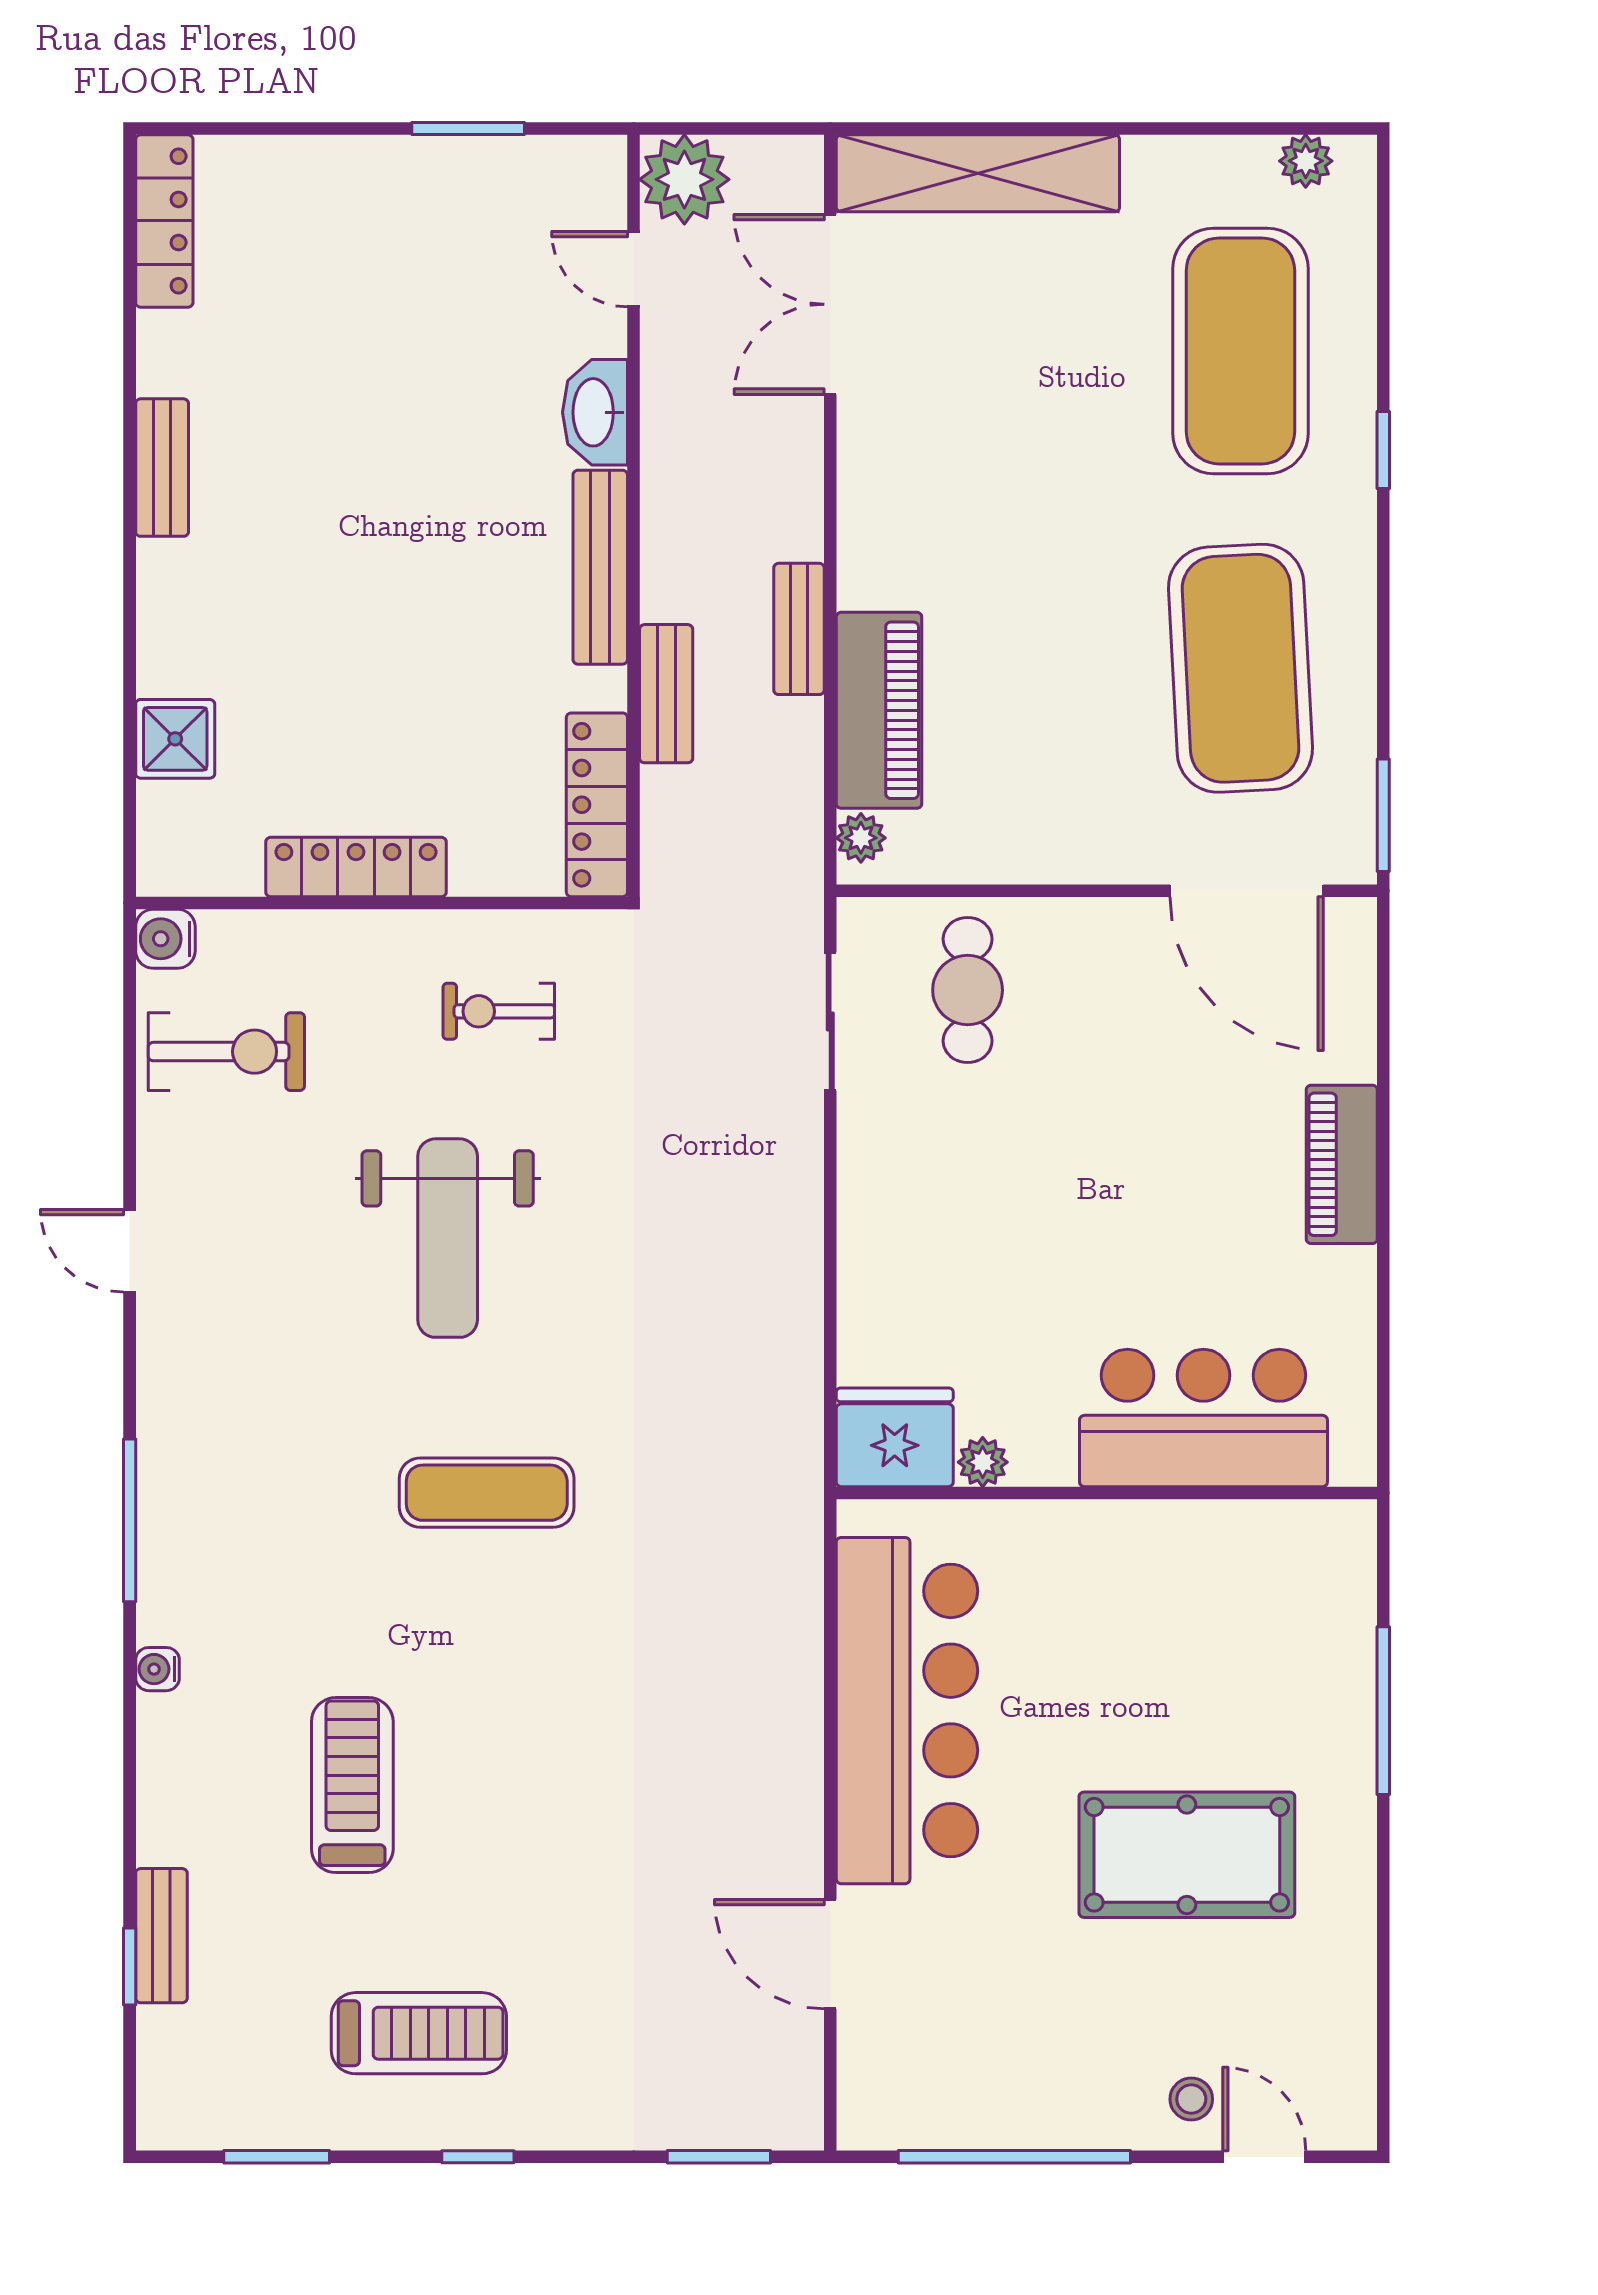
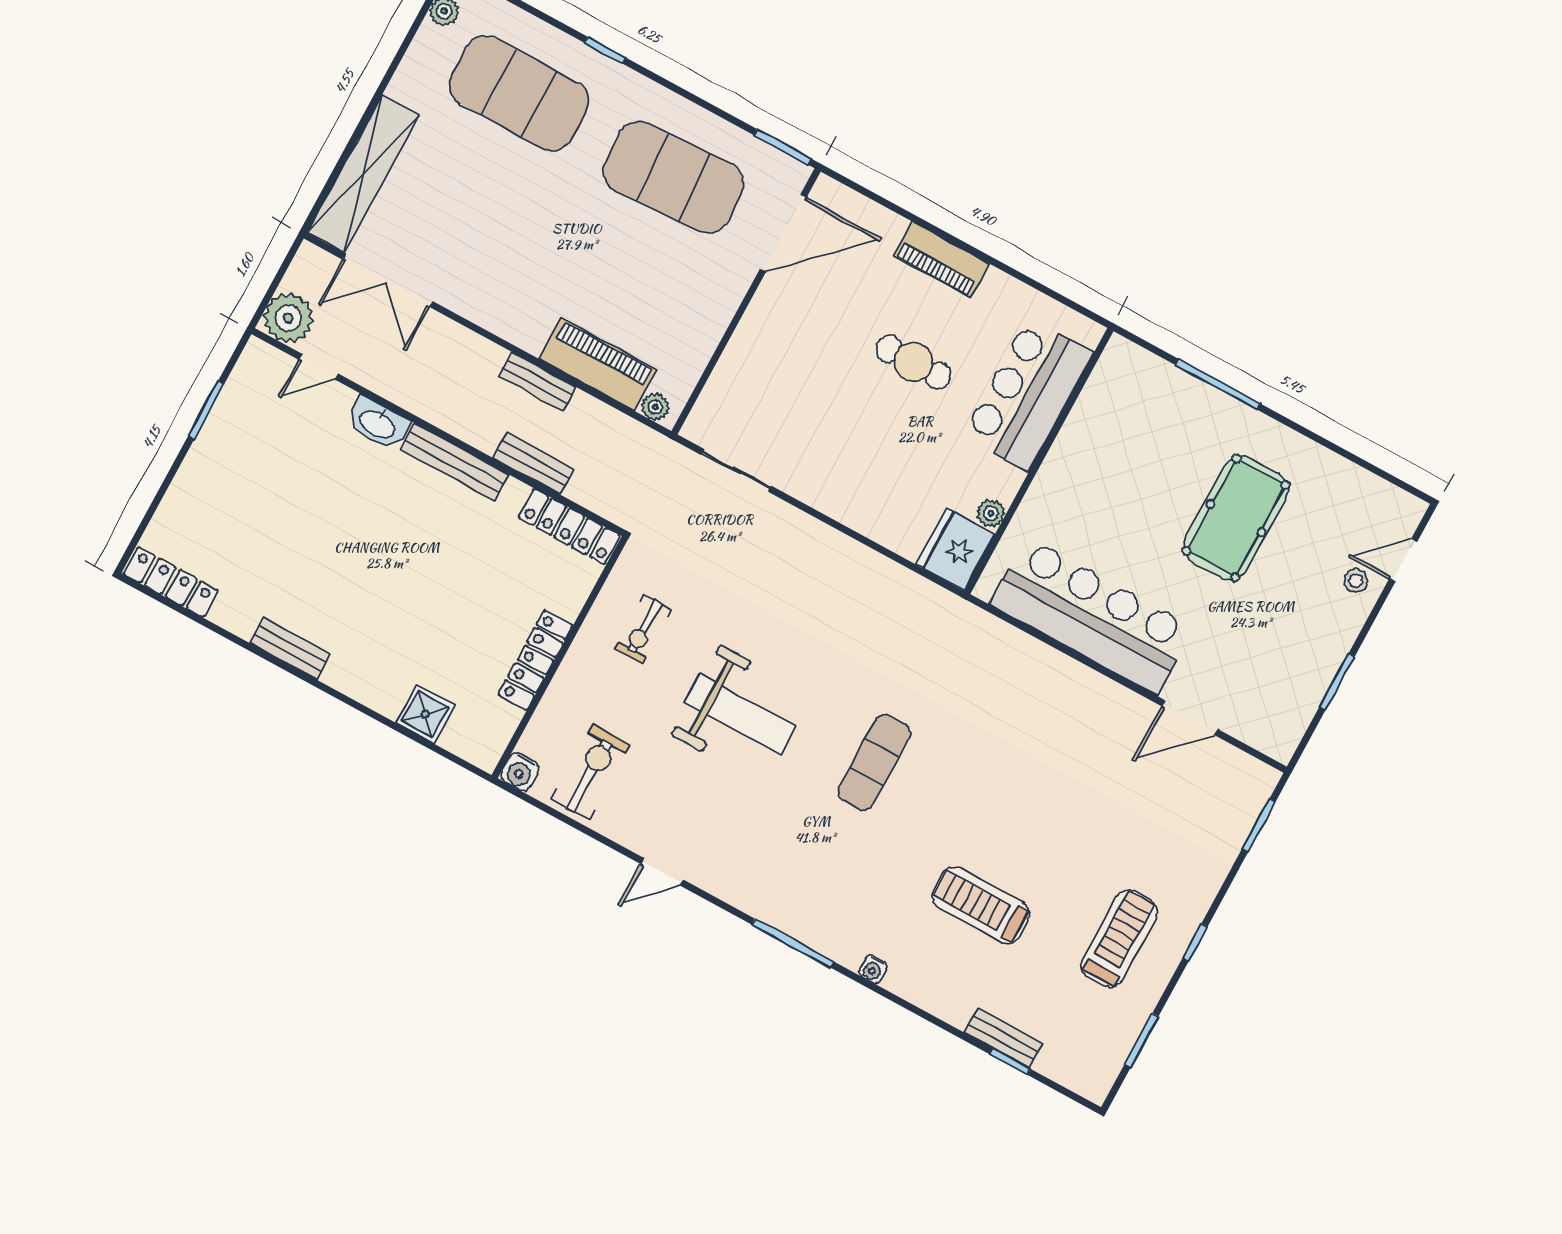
cafe table: (968, 990) -> (914, 362), moved
window: (1014, 2157) -> (1337, 682), width x0.47

